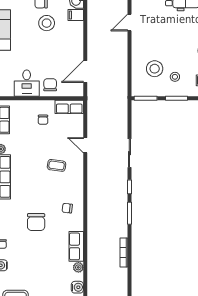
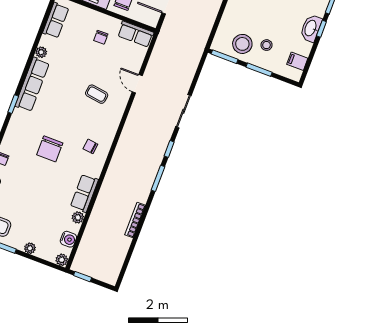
stool: (155, 69) -> (242, 44), moved

